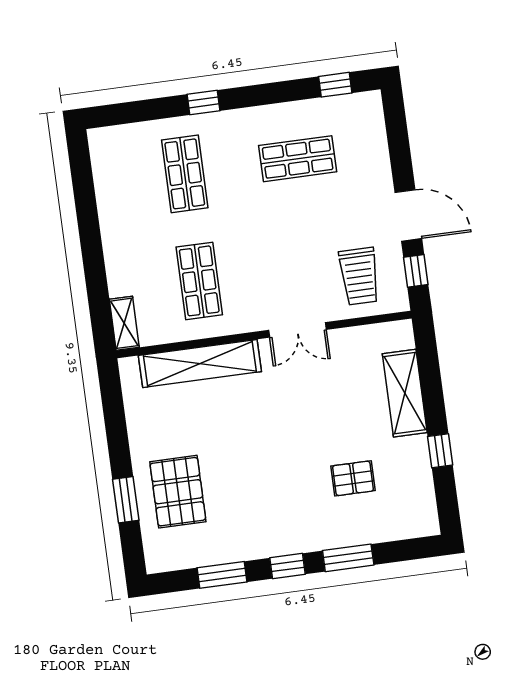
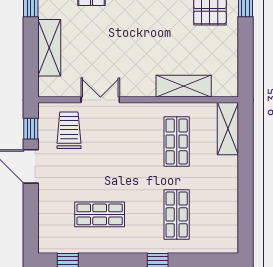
shelving: (124, 323) -> (228, 129), width x1.50, depth x1.33
double door: (297, 330) -> (100, 100), moved
shelving: (200, 364) -> (184, 86), width x0.68

